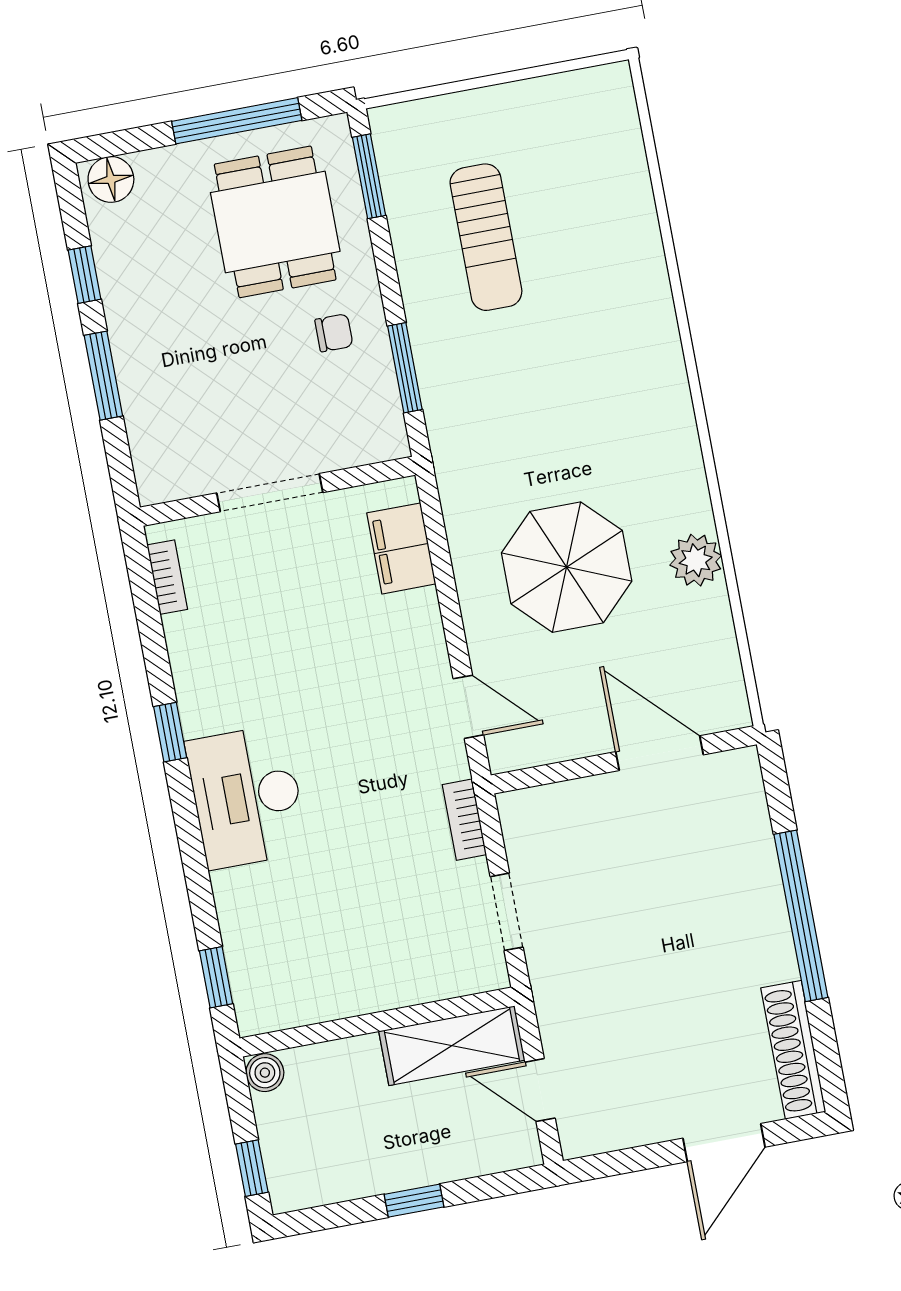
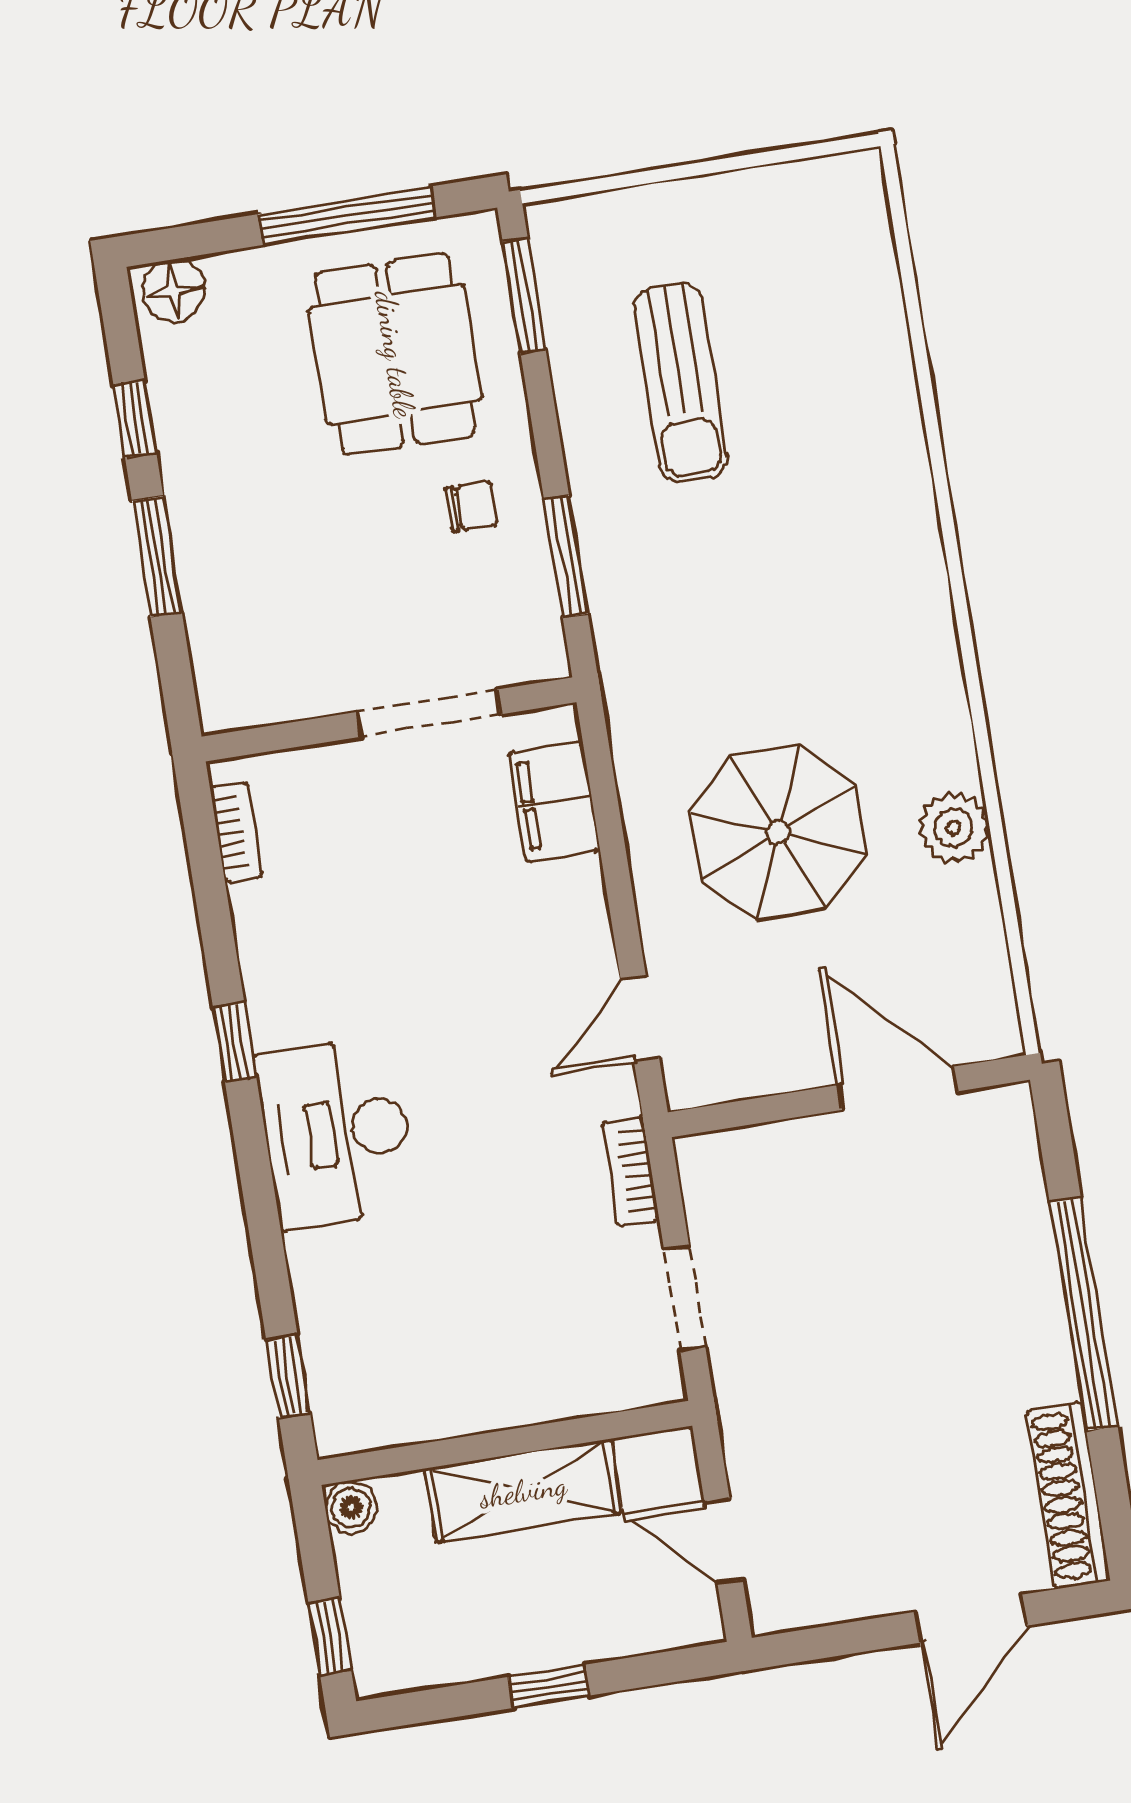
doorway: (270, 493) -> (428, 713), moved
door: (468, 707) -> (640, 1019), swing flipped
shelving: (452, 1046) -> (523, 1491), moved

